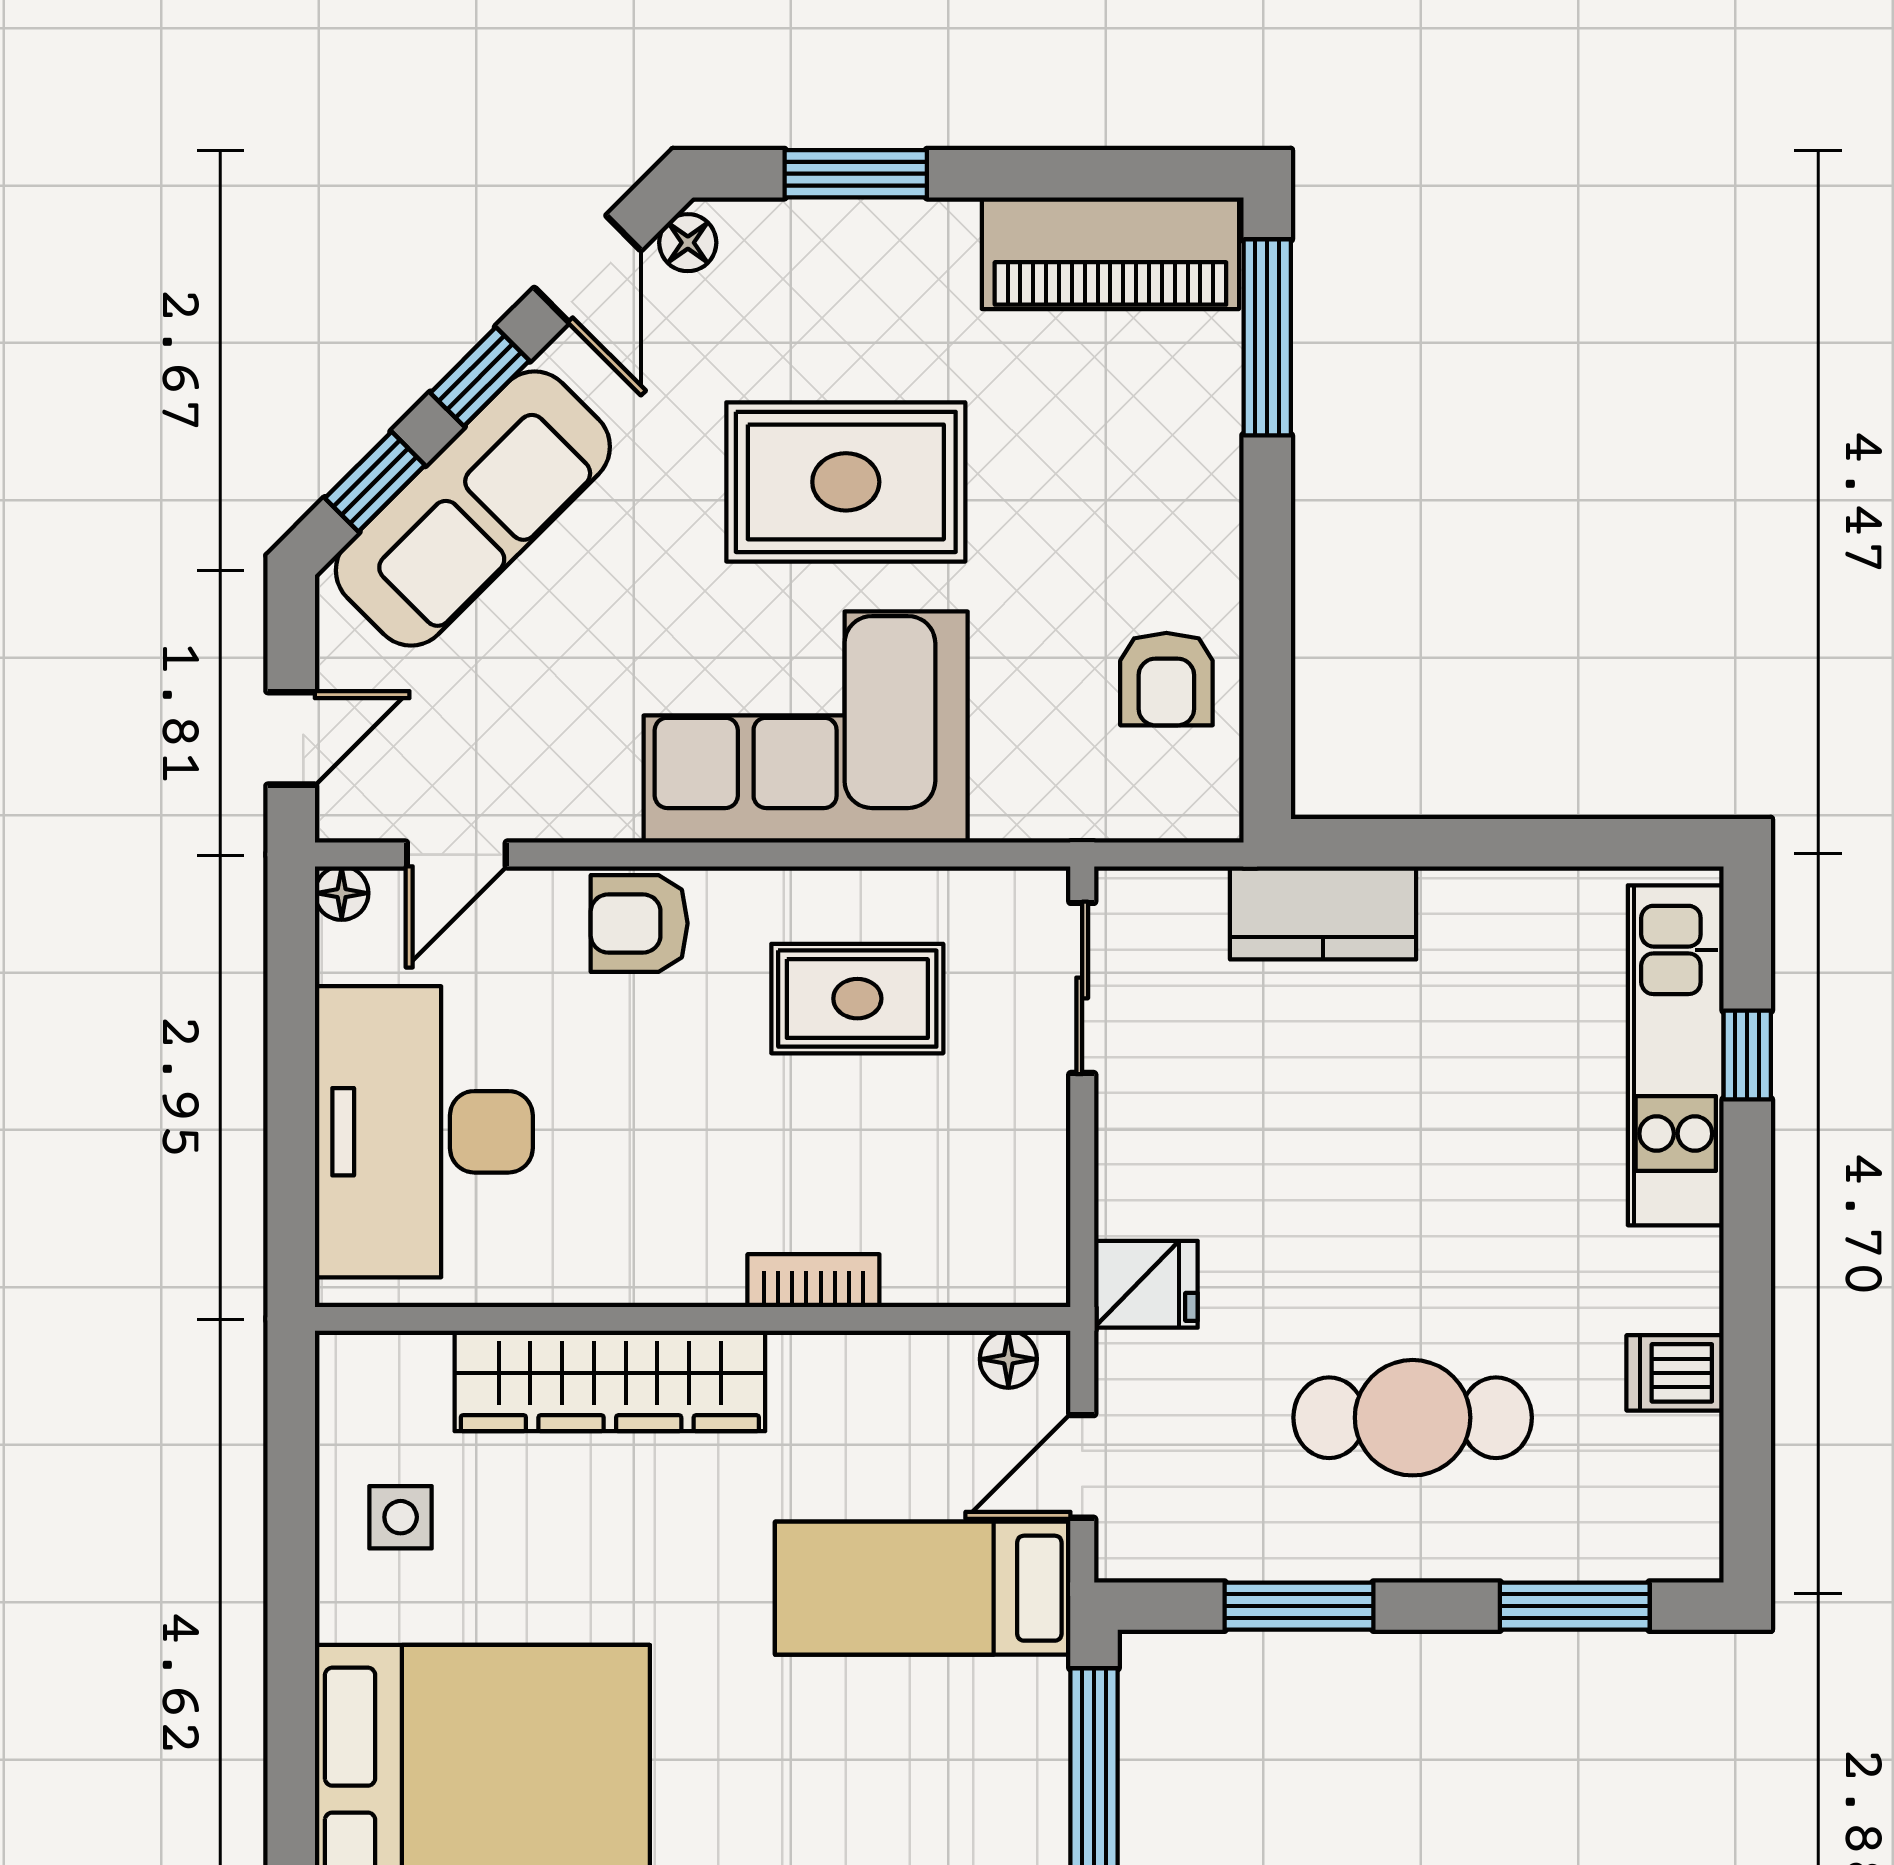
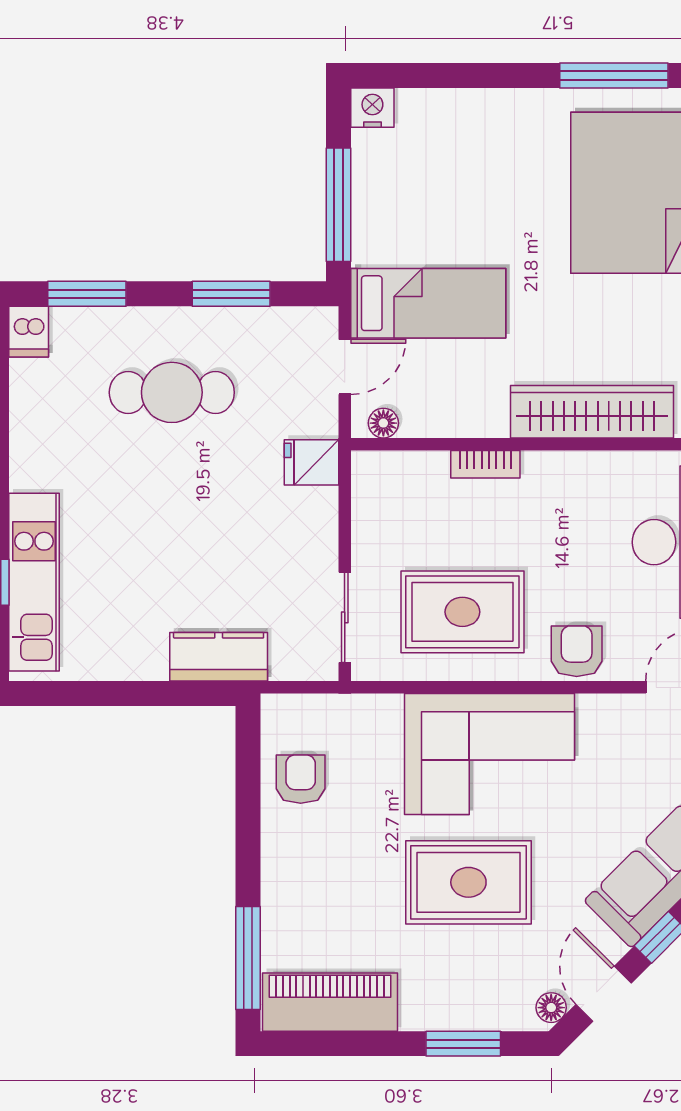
armchair: (639, 923) -> (577, 651), turned -90
rug: (857, 999) -> (462, 612), width x1.36, depth x1.43
dishwasher: (1675, 1373) -> (29, 332), moved, turned 90

